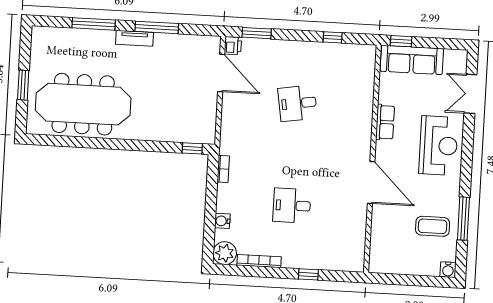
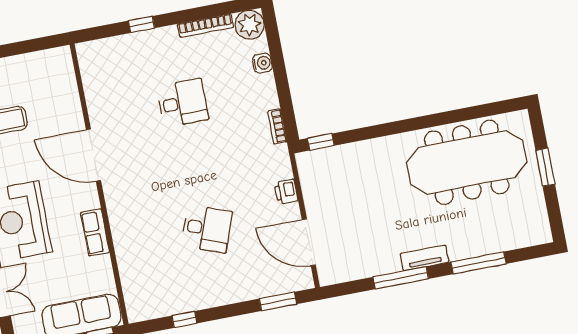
printer: (233, 46) -> (286, 192), moved
desk: (298, 103) -> (207, 229), turned 30

